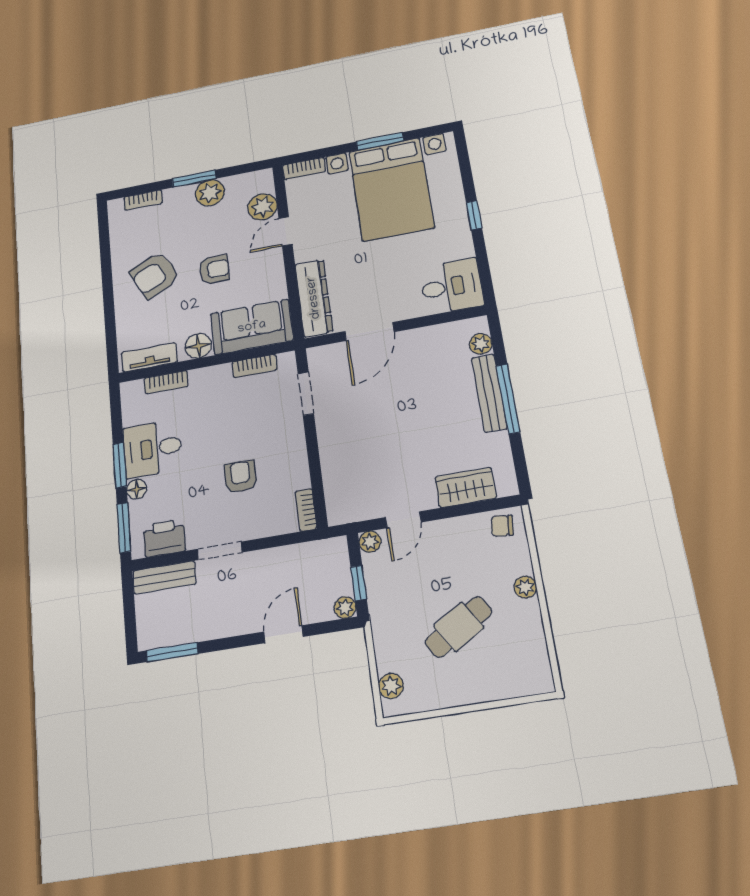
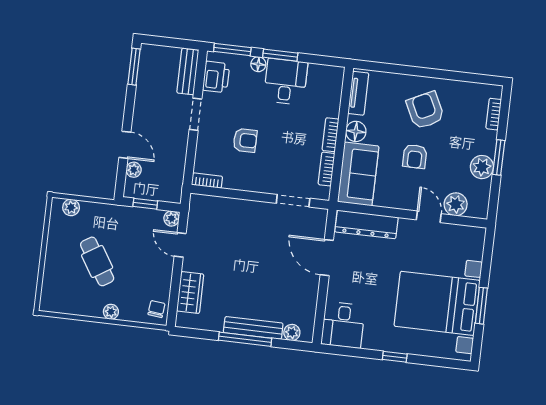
bookcase: (304, 168) -> (478, 243), removed
bookcase: (166, 382) -> (330, 135), moved
plant: (345, 608) -> (134, 170), moved

